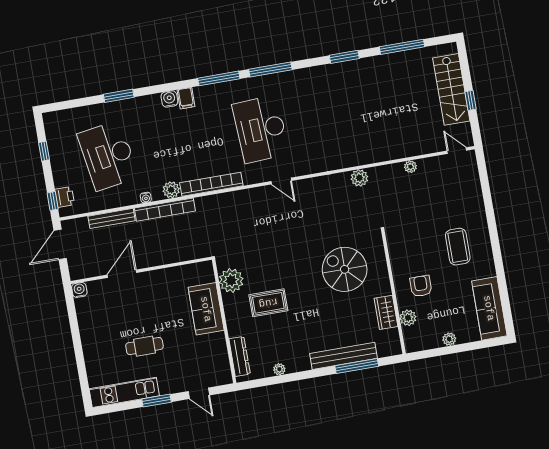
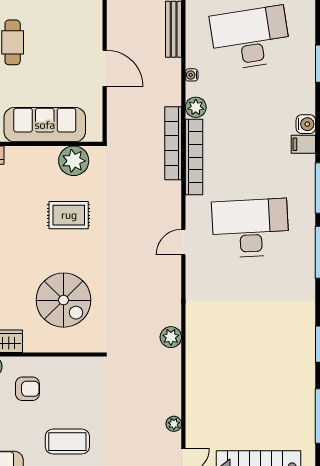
plant: (410, 167) -> (174, 424), moved
bookcase: (165, 210) -> (173, 143), moved
spiral stairs: (345, 269) -> (64, 300), turned 90
door: (122, 274) -> (105, 68), moved
rug: (268, 303) -> (69, 215), moved, turned 90
sofa: (206, 309) -> (45, 125), width x1.36

